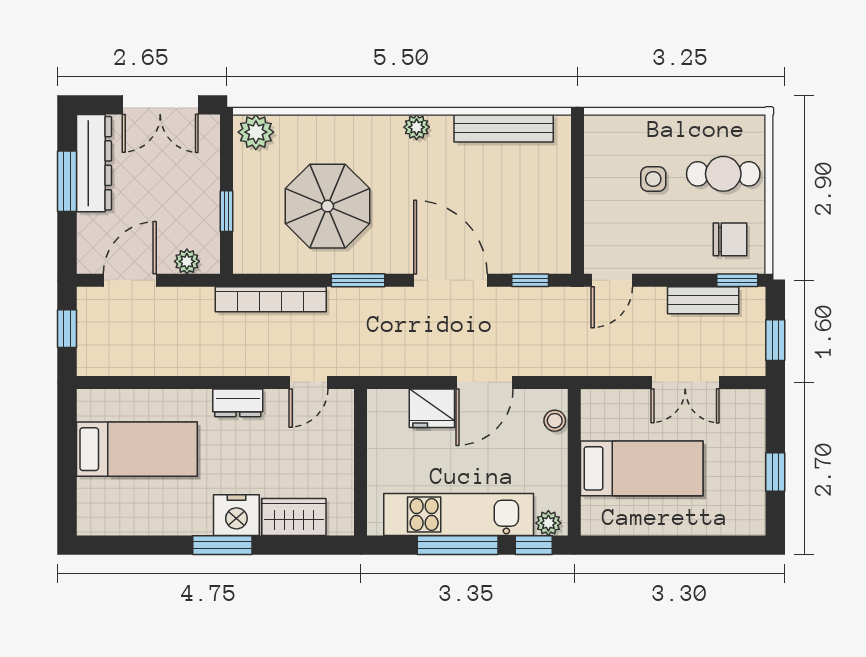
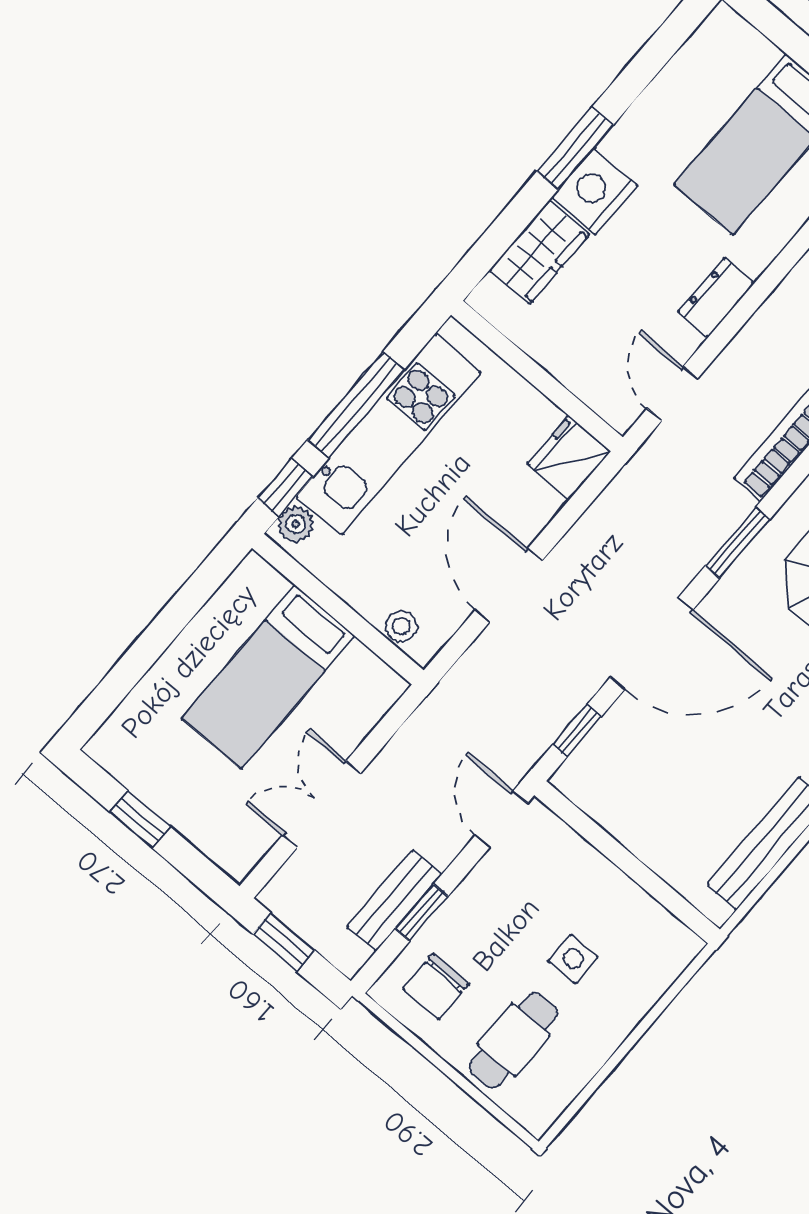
window: (737, 280) -> (422, 913), moved
fridge: (432, 408) -> (569, 458), moved

